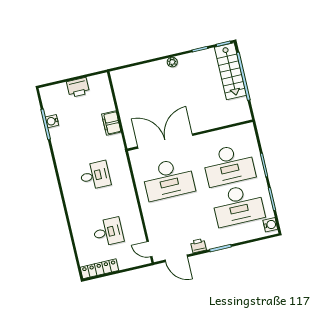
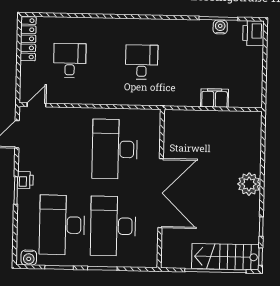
plant: (172, 62) -> (249, 184), width x1.87, depth x1.87
printer: (78, 87) -> (253, 33), moved
filing cabinet: (111, 123) -> (215, 98), moved
double door: (165, 141) -> (161, 193), moved
desk: (95, 175) -> (142, 62), turned 180
desk: (108, 232) -> (70, 60), turned 180
printer: (198, 246) -> (25, 180), moved

